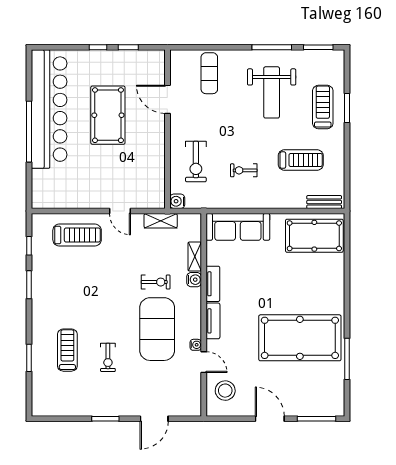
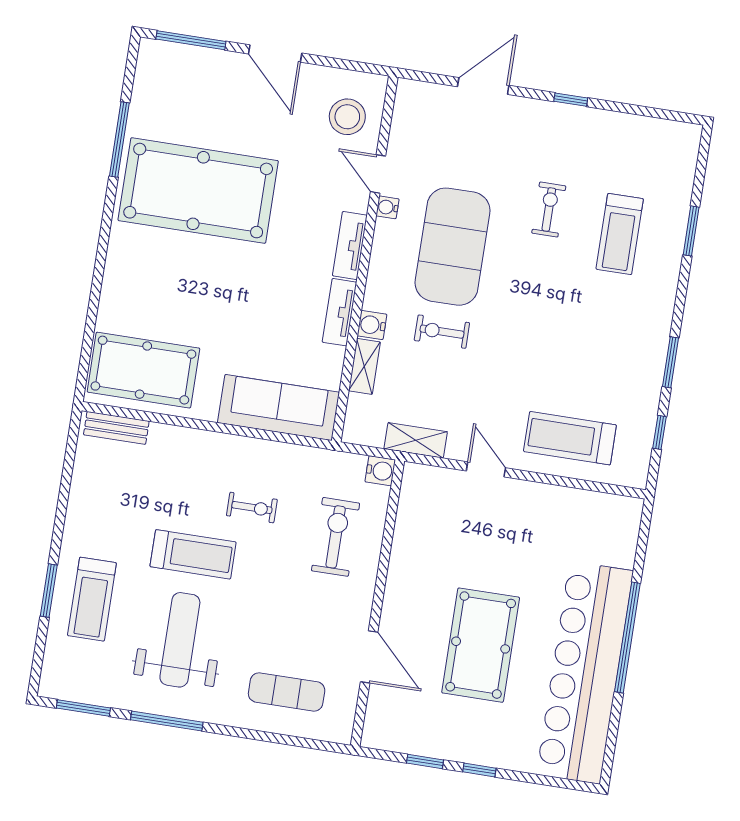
exercise mat: (209, 73) -> (287, 692), turned 90
treadmill: (301, 160) -> (193, 554), moved, turned 180
window: (105, 419) -> (571, 100), width x0.67

